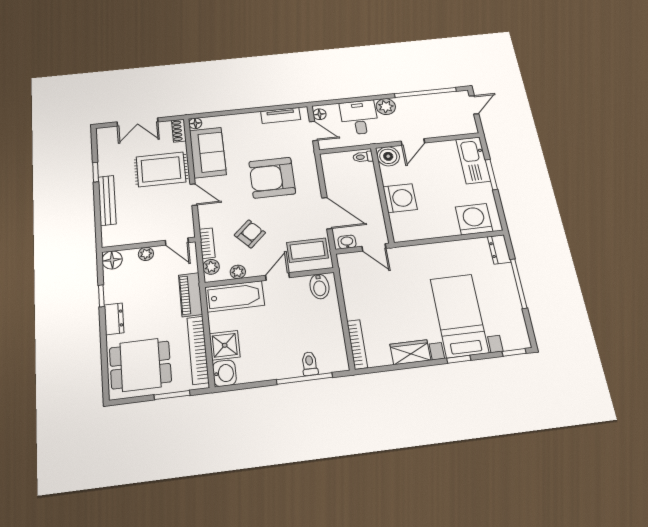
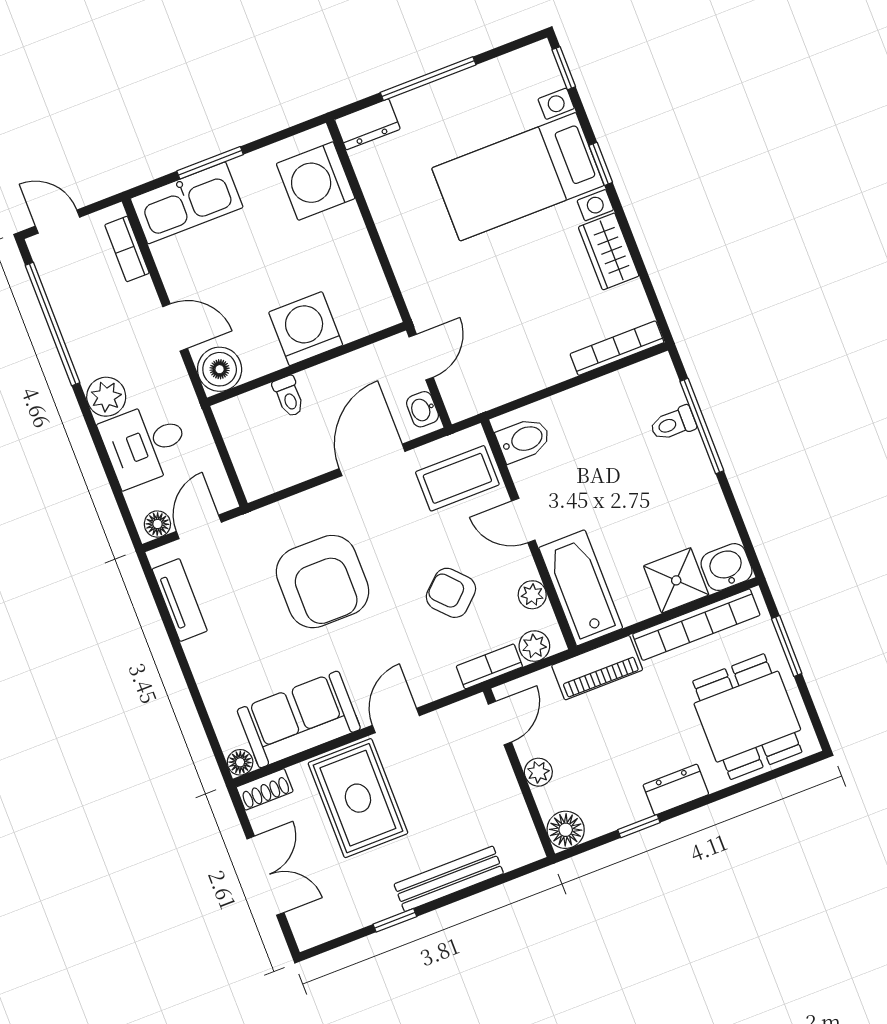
bookcase: (455, 130) -> (127, 249), added
toilet: (363, 157) -> (289, 396), moved
coffee table: (308, 250) -> (457, 478), turned 90

